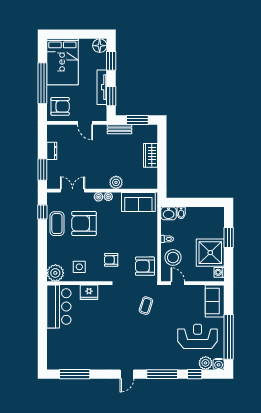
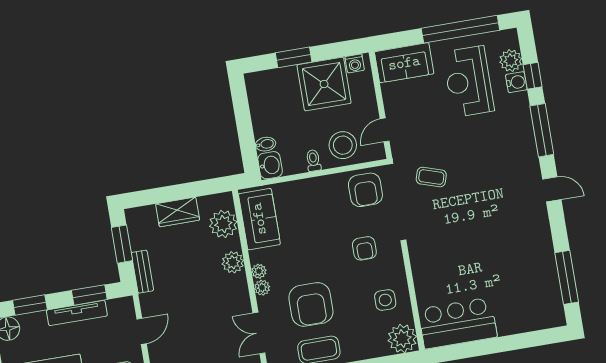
plant: (139, 181) -> (223, 224), added
fridge: (89, 292) -> (425, 276), removed
water cooler: (219, 364) -> (516, 82), moved

